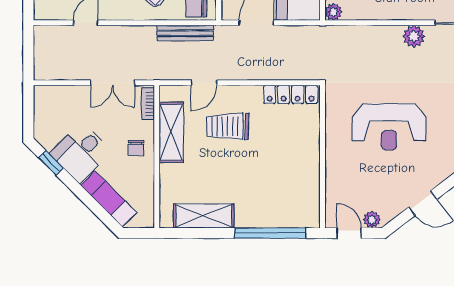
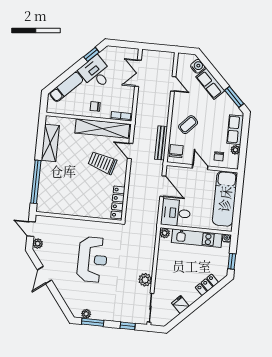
double door: (113, 83) -> (138, 73), moved
trolley: (228, 126) -> (102, 163), turned -73
reception desk: (389, 127) -> (92, 259), turned 180
shelving: (171, 132) -> (102, 128), width x1.47
door: (349, 233) -> (31, 229), swing flipped

